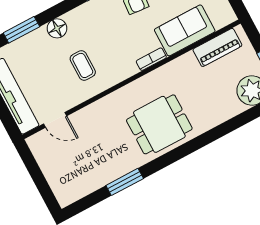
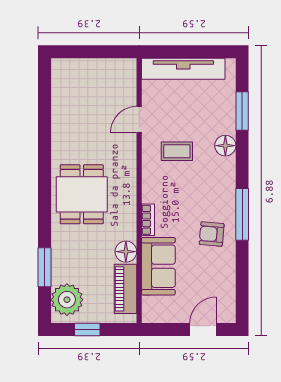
floor lamp: (187, 63) -> (126, 252), added
door: (55, 120) -> (139, 120), moved
window: (125, 182) -> (45, 267), moved

